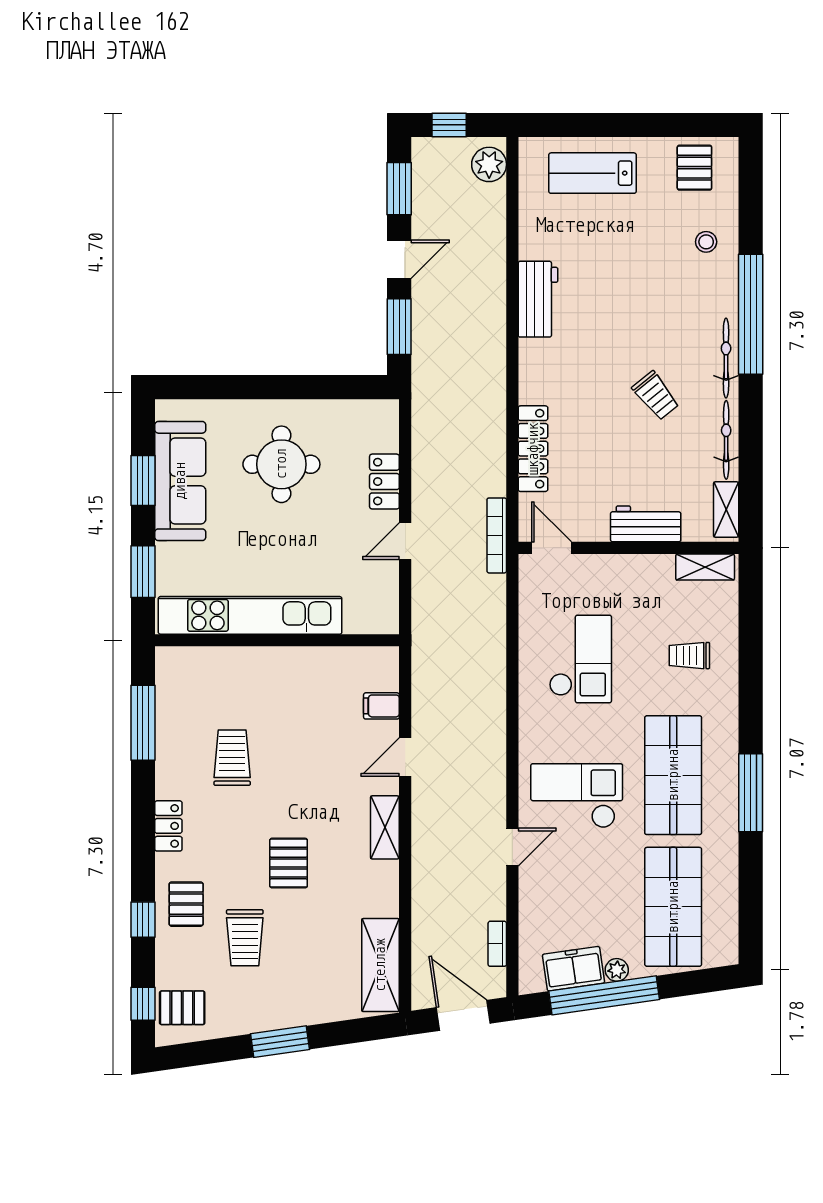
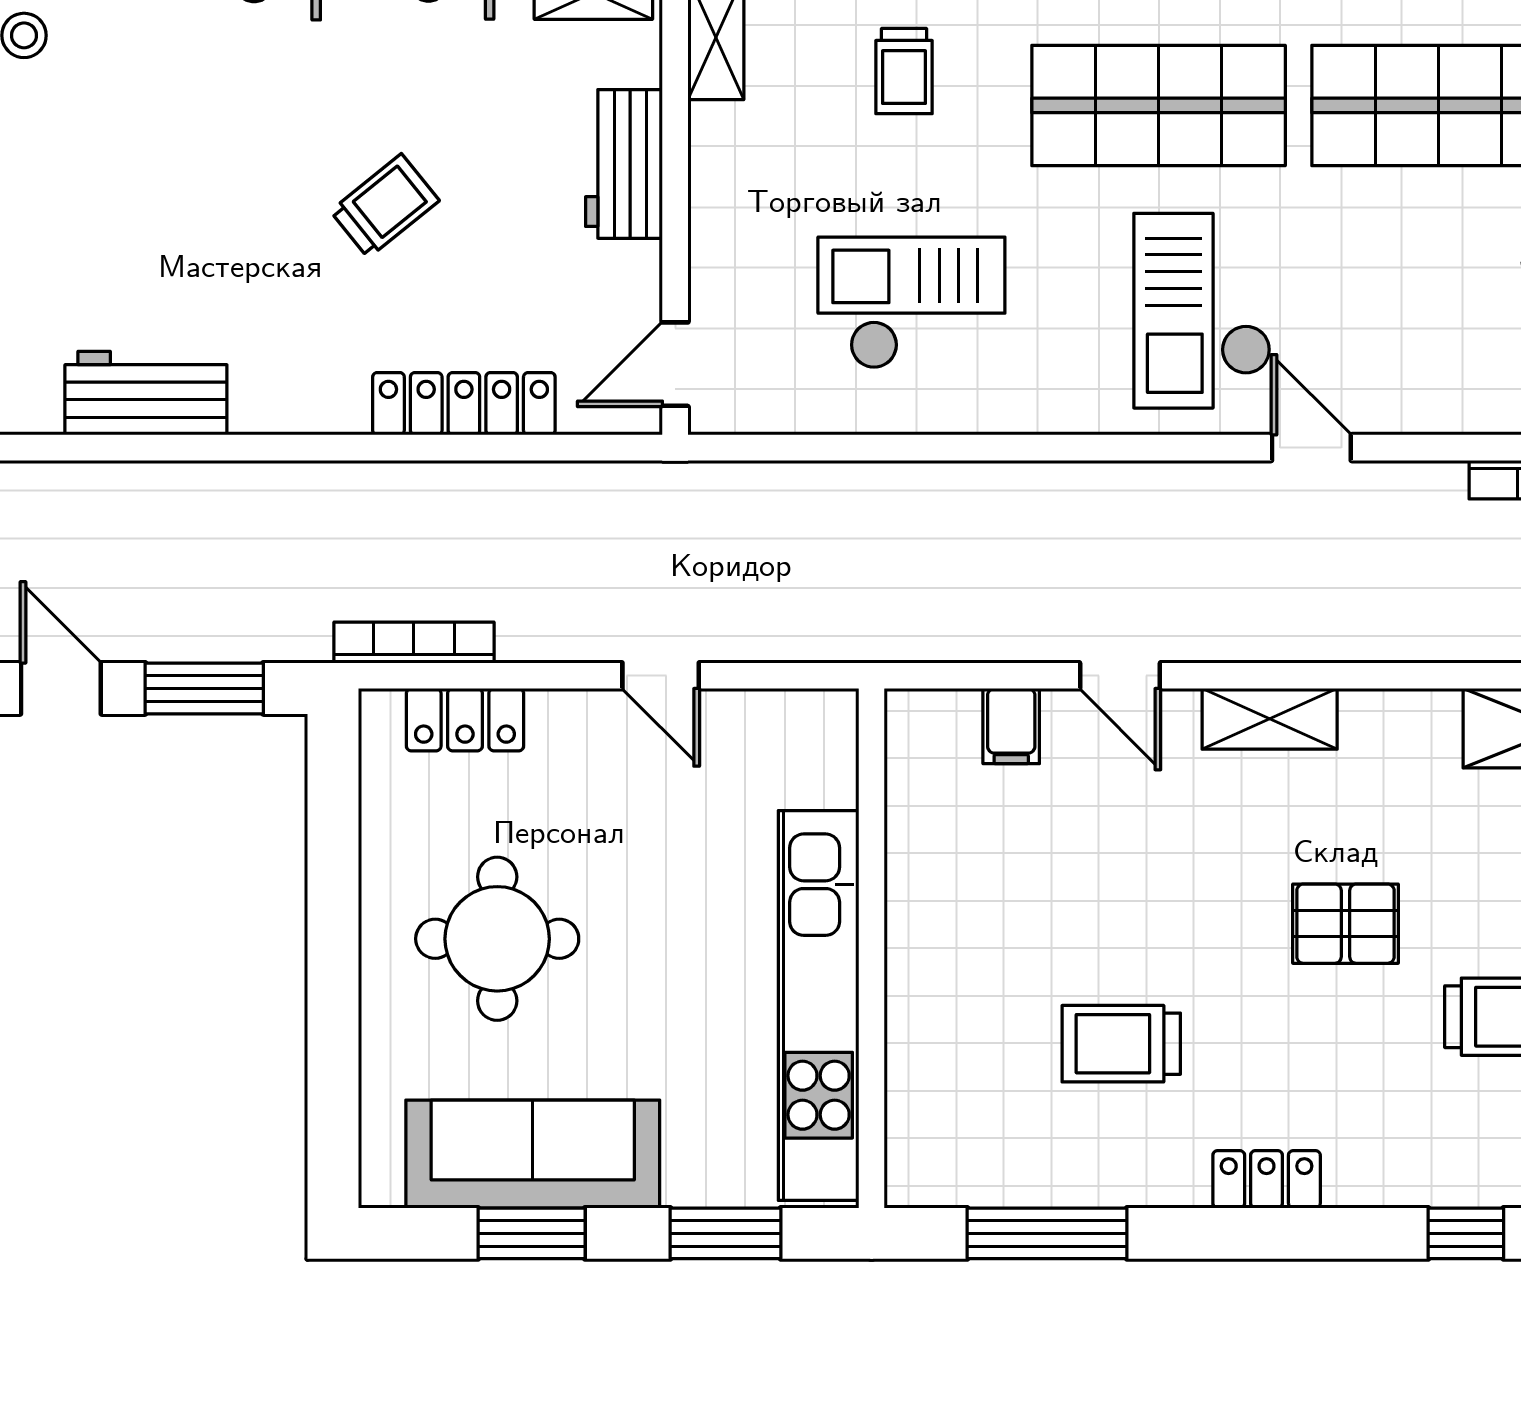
trolley: (656, 396) -> (385, 206), moved
locker: (384, 482) -> (465, 720), moved
bookcase: (497, 535) -> (414, 643), moved, turned 180
pallet: (186, 904) -> (1433, 1142), removed

